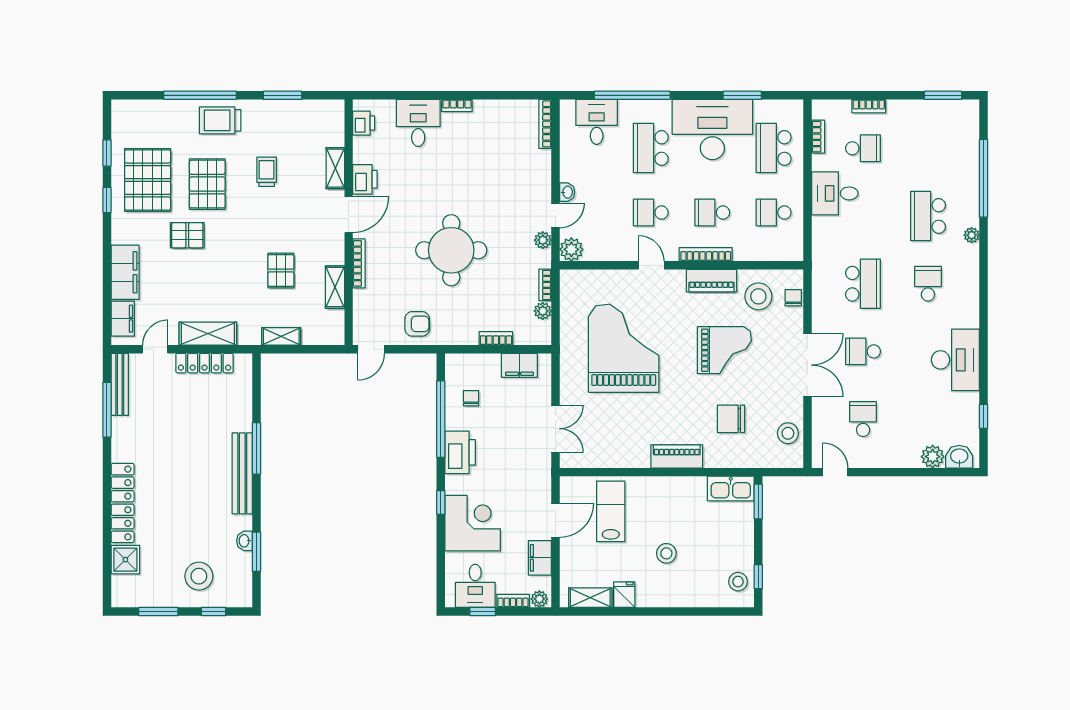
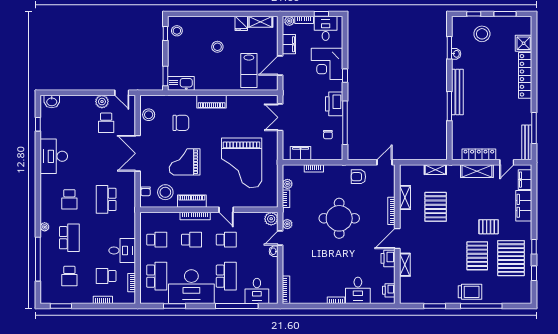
trolley: (267, 172) -> (444, 263), removed
pallet: (281, 271) -> (436, 207), width x1.50, depth x1.42
school desk: (863, 351) -> (69, 276), moved, turned 90
plant: (933, 457) -> (102, 102), moved

